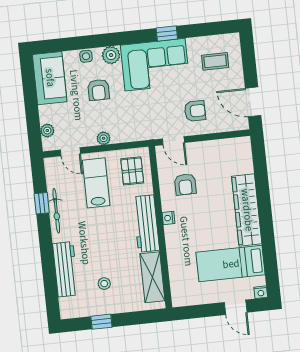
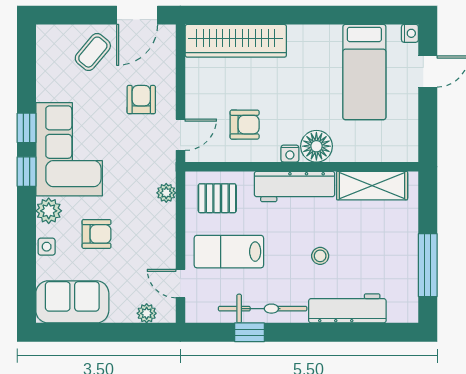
window: (137, 37) -> (26, 172), added
coffee table: (215, 61) -> (93, 52), moved, turned 40
plant: (104, 138) -> (166, 193), moved
door: (70, 152) -> (180, 284), swing flipped
wardrobe: (247, 210) -> (236, 41), moved
bicycle: (56, 211) -> (263, 309), width x1.37, depth x1.40
floor lamp: (176, 236) -> (316, 146), added
stool: (104, 284) -> (320, 256), moved
window: (101, 322) -> (428, 265), width x2.17

